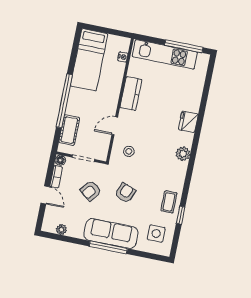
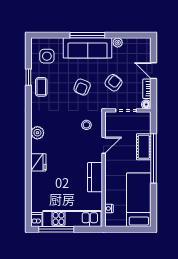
dishwasher: (203, 61) -> (36, 220), added
cot: (69, 130) -> (144, 147), moved
plant: (61, 229) -> (118, 43), moved

